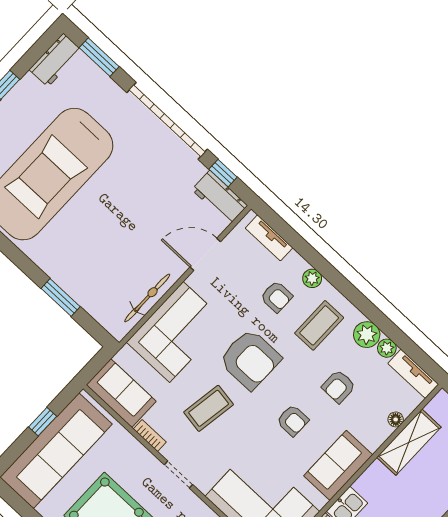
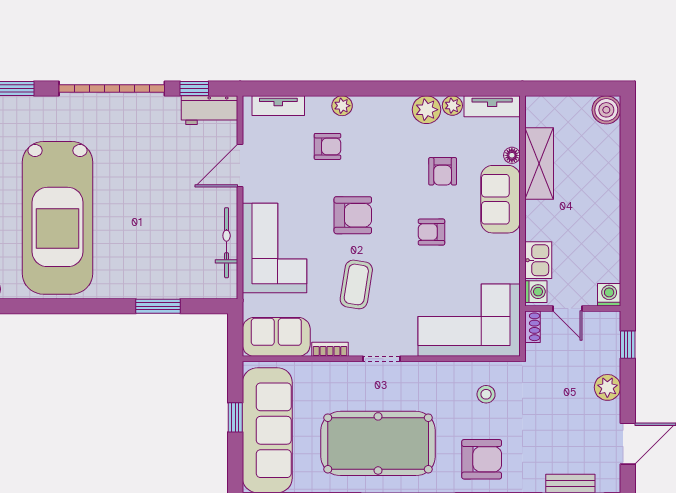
coffee table: (319, 325) -> (382, 138), removed
armchair: (250, 359) -> (353, 215), width x0.73, depth x0.73
armchair: (293, 420) -> (431, 232), turned 180
sofa: (338, 465) -> (500, 199), moved

